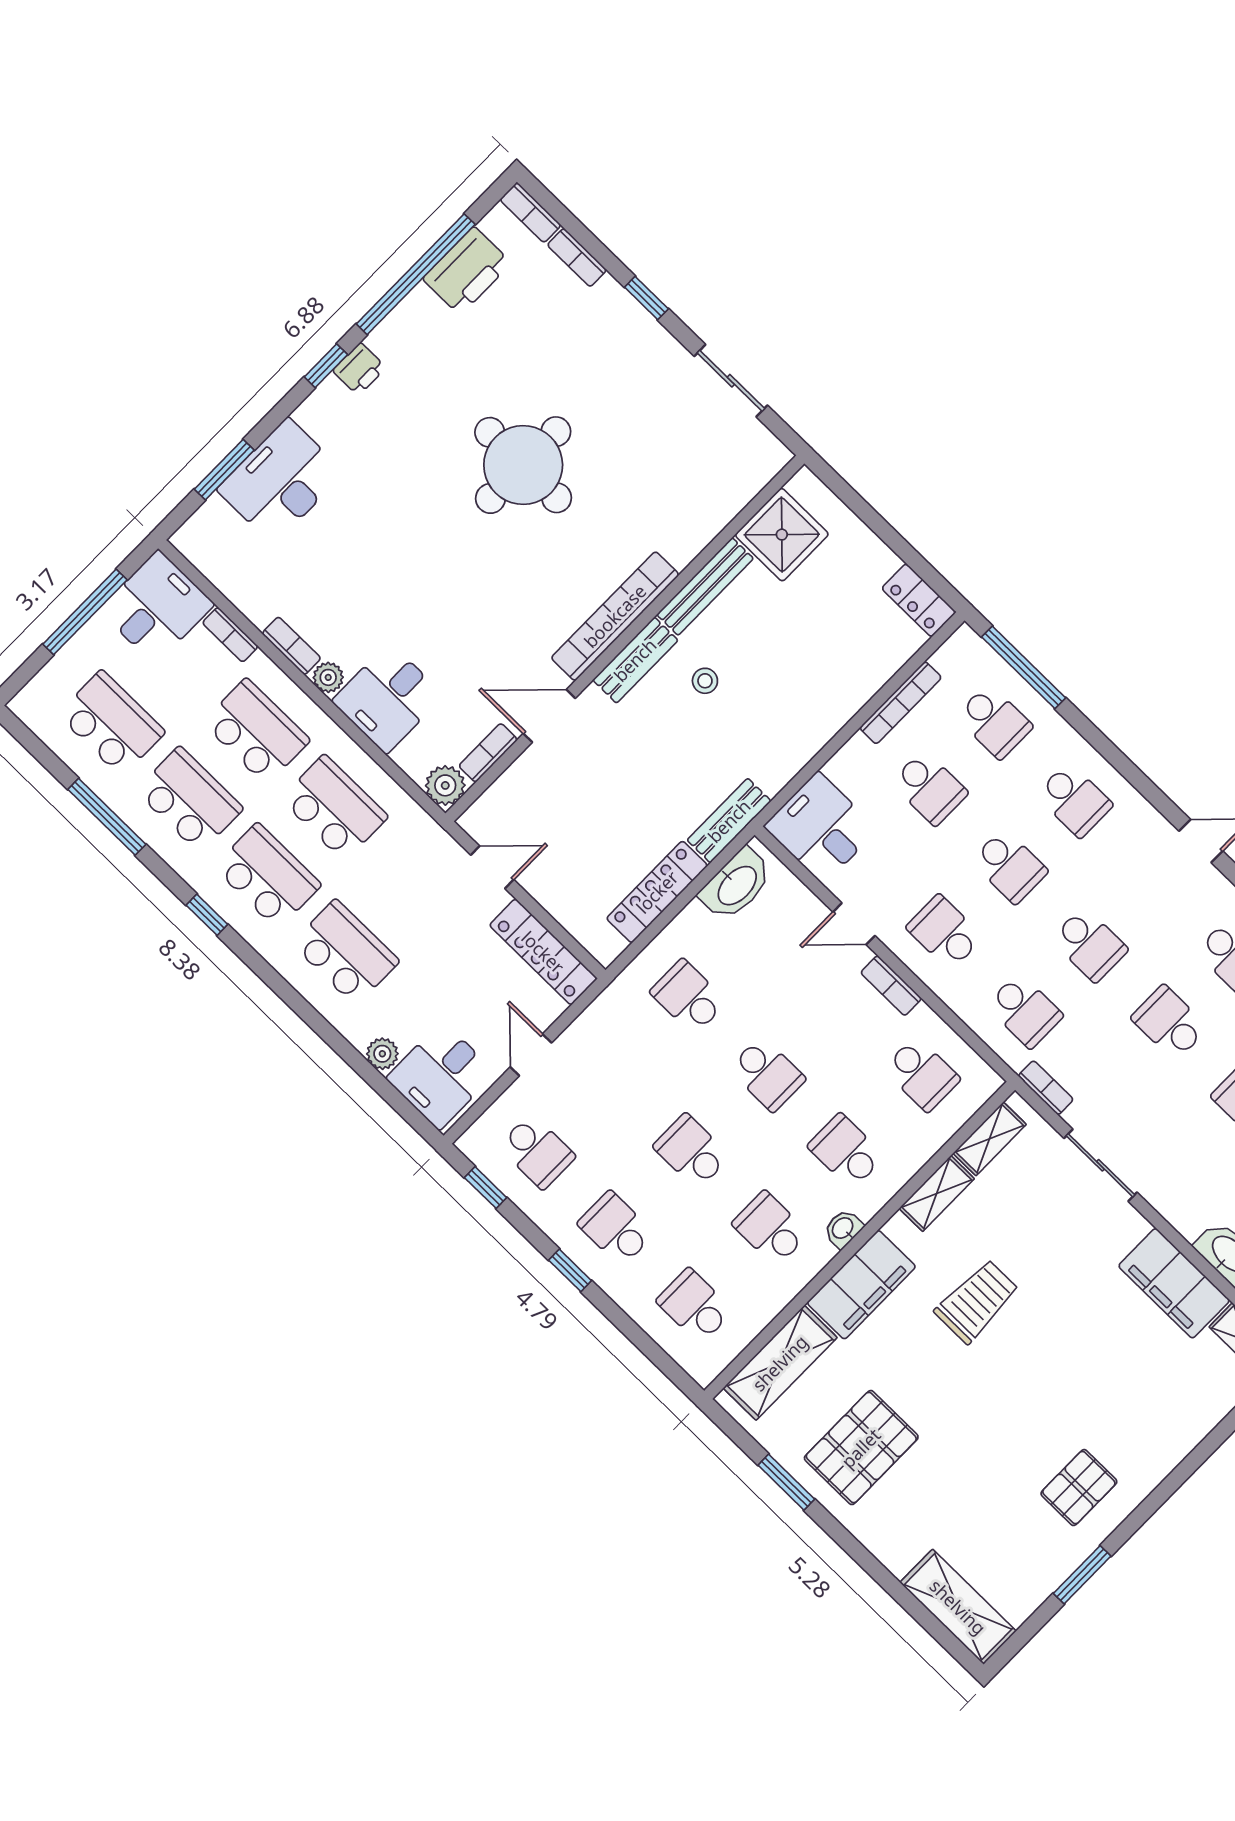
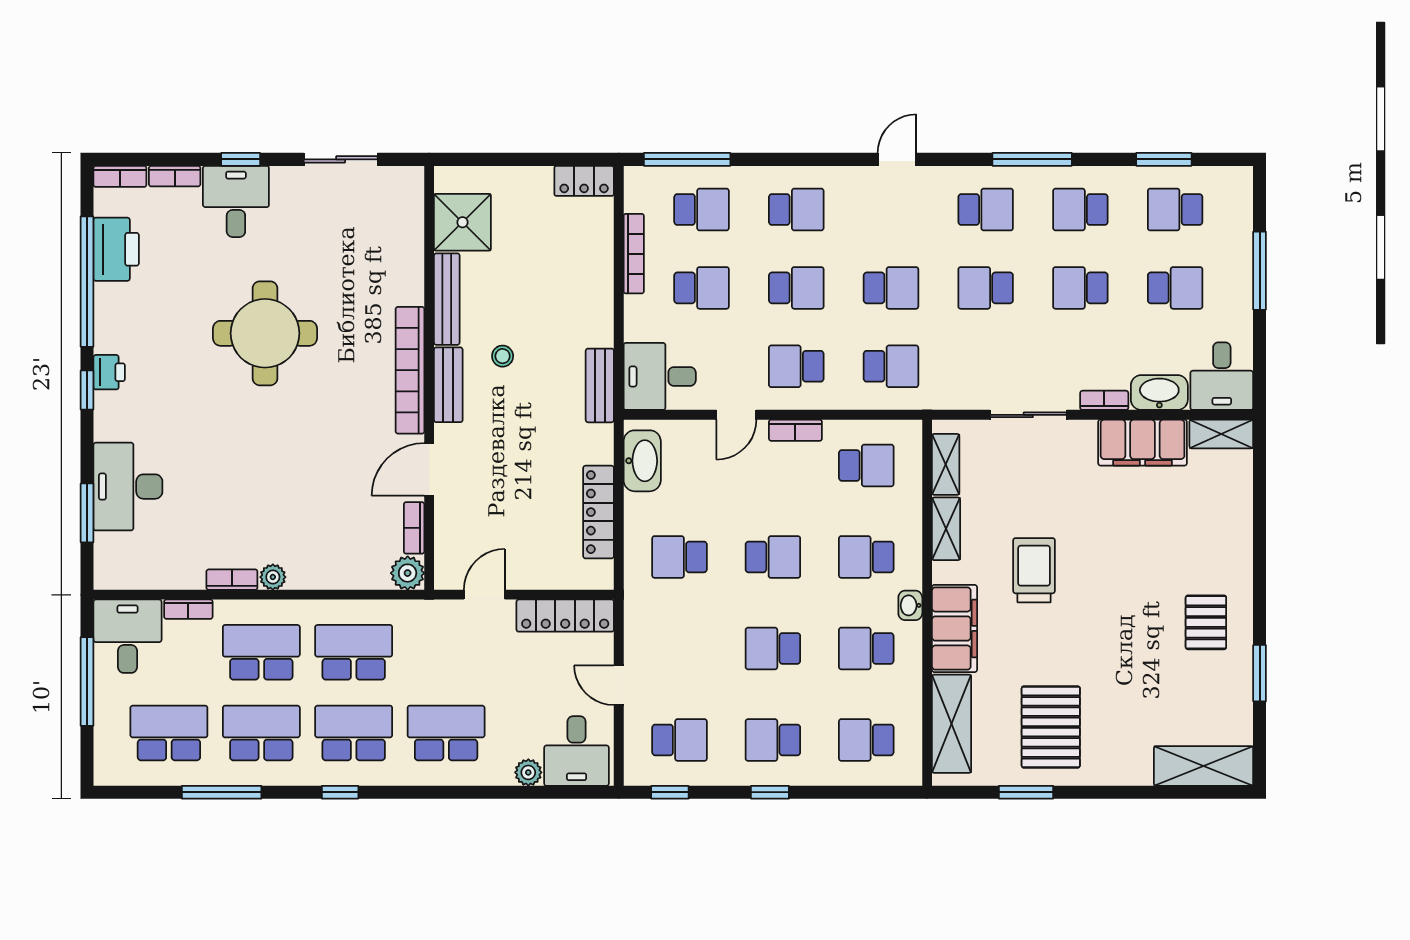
desk: (388, 698) -> (236, 201), moved, turned 180
bench: (729, 821) -> (600, 385), moved
bookcase: (1046, 1088) -> (1104, 400), moved

